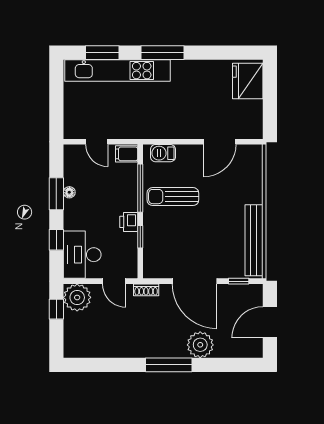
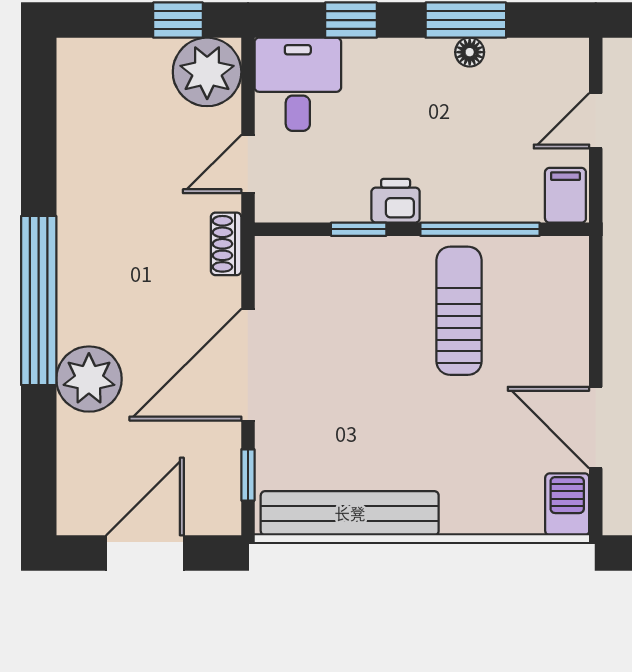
barbecue: (163, 153) -> (567, 504), moved
desk: (82, 255) -> (298, 84), width x0.73
door: (270, 322) -> (145, 553), hinge flipped
window: (169, 365) -> (39, 300), width x1.46

